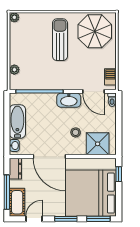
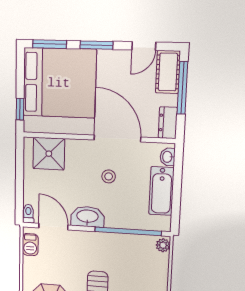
plant: (14, 70) -> (163, 245), moved
stool: (76, 132) -> (109, 176), moved

